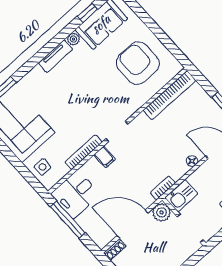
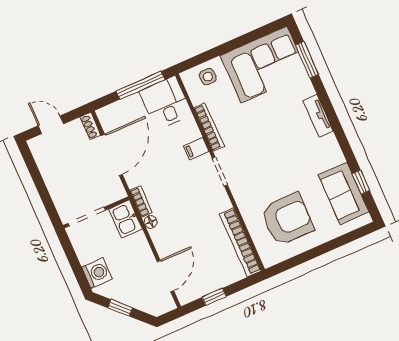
plant: (73, 39) -> (337, 157), removed
tv unit: (55, 56) -> (318, 116), moved
floor lamp: (192, 161) -> (151, 222), moved
plant: (161, 212) -> (114, 191), removed

